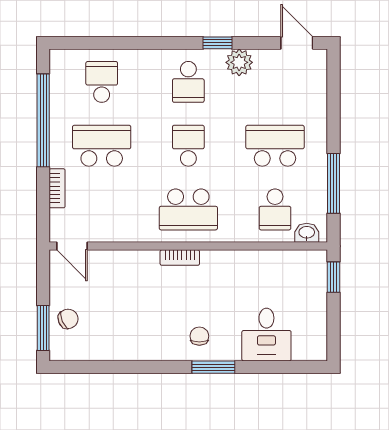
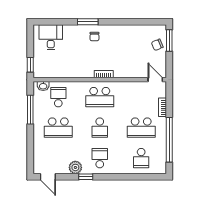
school desk: (188, 209) -> (100, 97), turned 180
desk: (266, 335) -> (51, 37), moved

